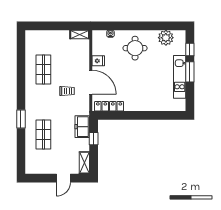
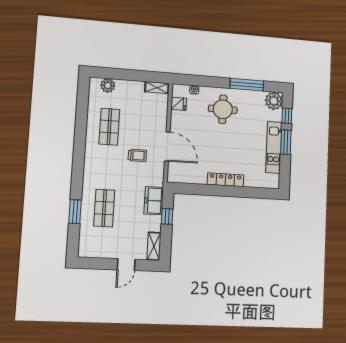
window: (154, 26) -> (247, 85), added
plant: (40, 36) -> (108, 85), added
plant: (166, 38) -> (274, 101), moved
fridge: (98, 61) -> (179, 104), moved
locker: (109, 106) -> (226, 180), moved
window: (21, 119) -> (75, 212), moved

